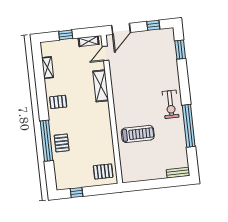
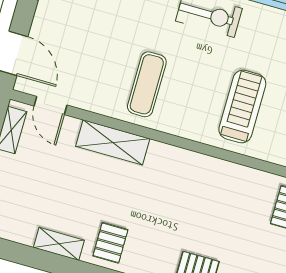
shelving: (48, 68) -> (59, 244), moved
exercise mat: (131, 90) -> (147, 84), added

